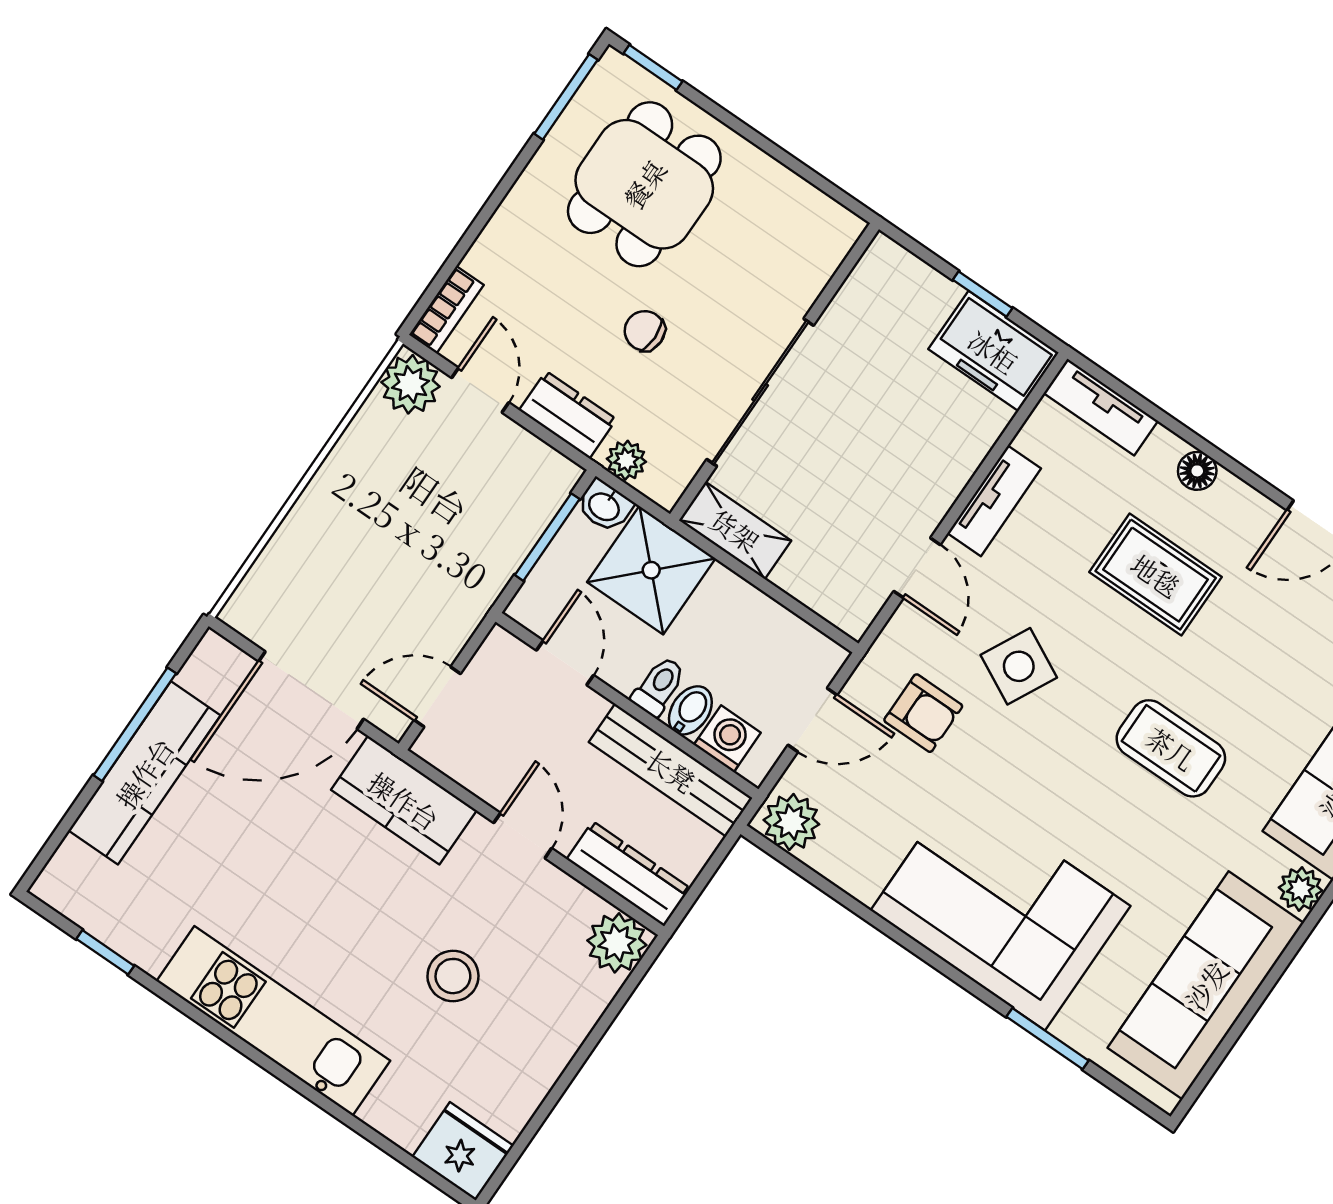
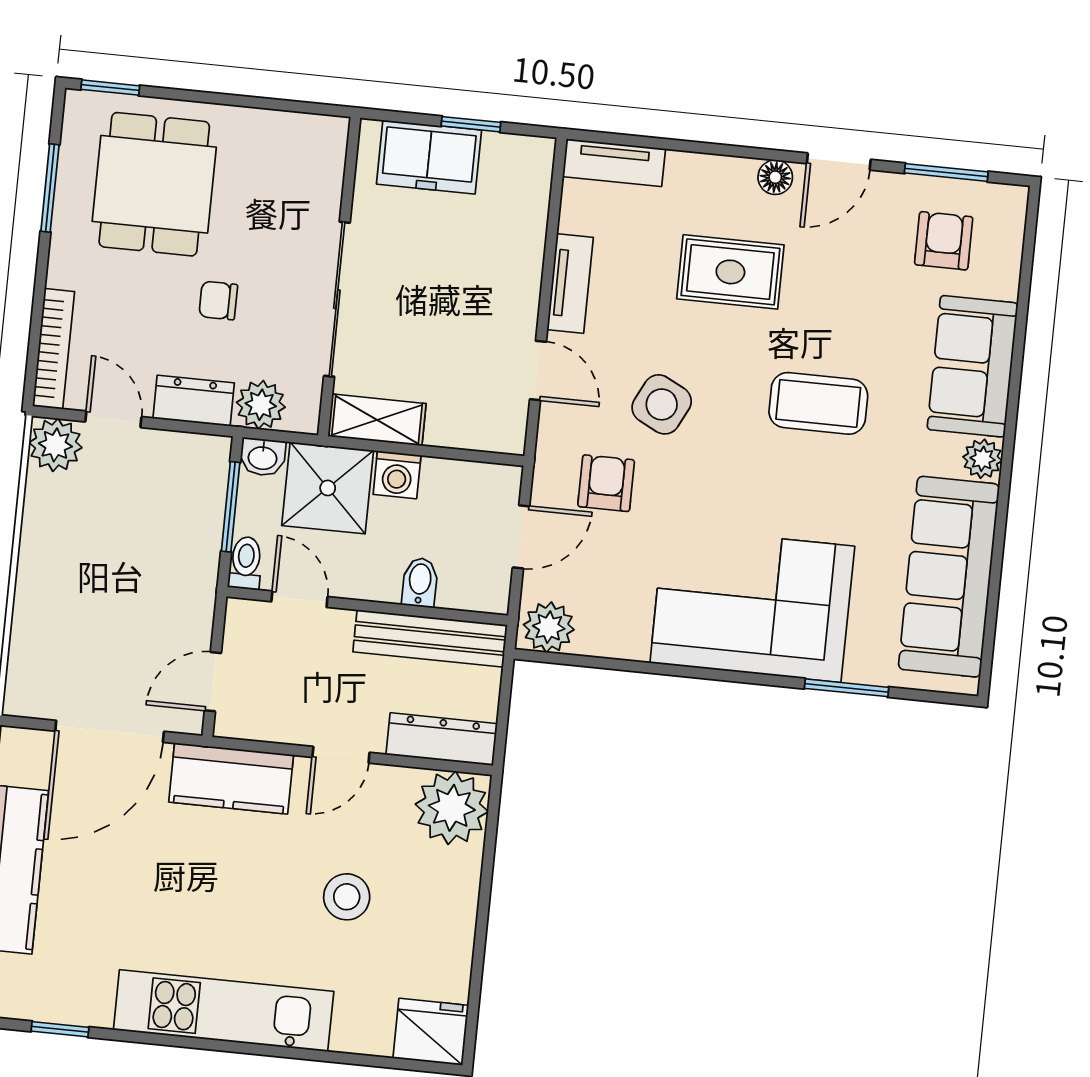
window: (566, 97) -> (50, 188), moved
bookcase: (446, 310) -> (54, 349), width x1.56
freezer: (993, 351) -> (429, 157), moved
plant: (626, 460) -> (261, 405), width x1.38, depth x1.38
floor lamp: (1197, 471) -> (775, 177), moved
toilet: (659, 686) -> (246, 563), moved
armchair: (923, 713) -> (606, 483), turned -90
washing machine: (727, 739) -> (397, 475), moved, turned 180
door: (523, 836) -> (341, 755), swing flipped
plant: (617, 943) -> (452, 808), width x1.36, depth x1.36

